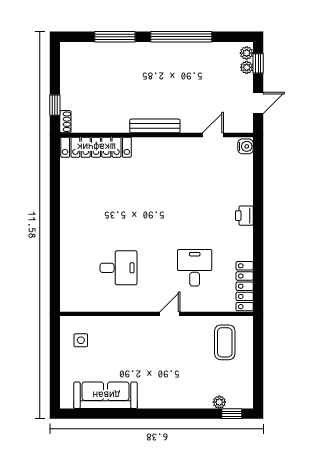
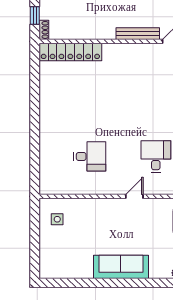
bench: (155, 126) -> (138, 34), moved
sofa: (106, 395) -> (121, 267), moved

